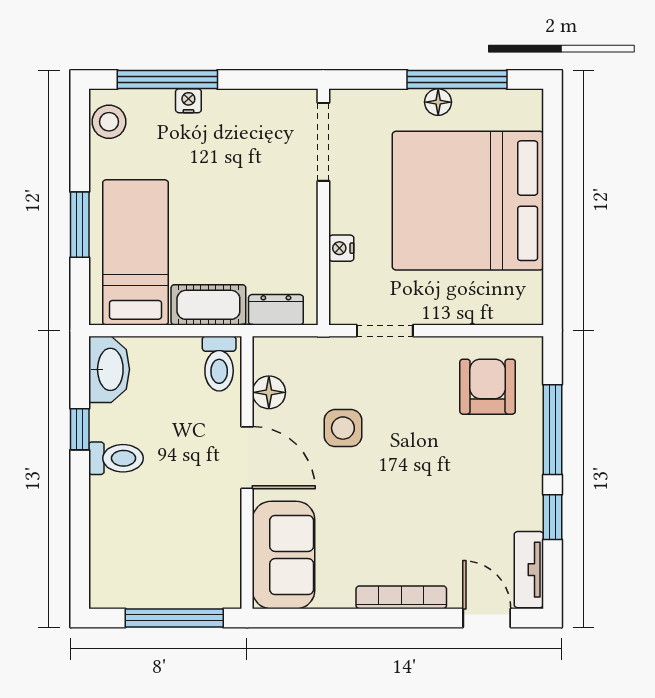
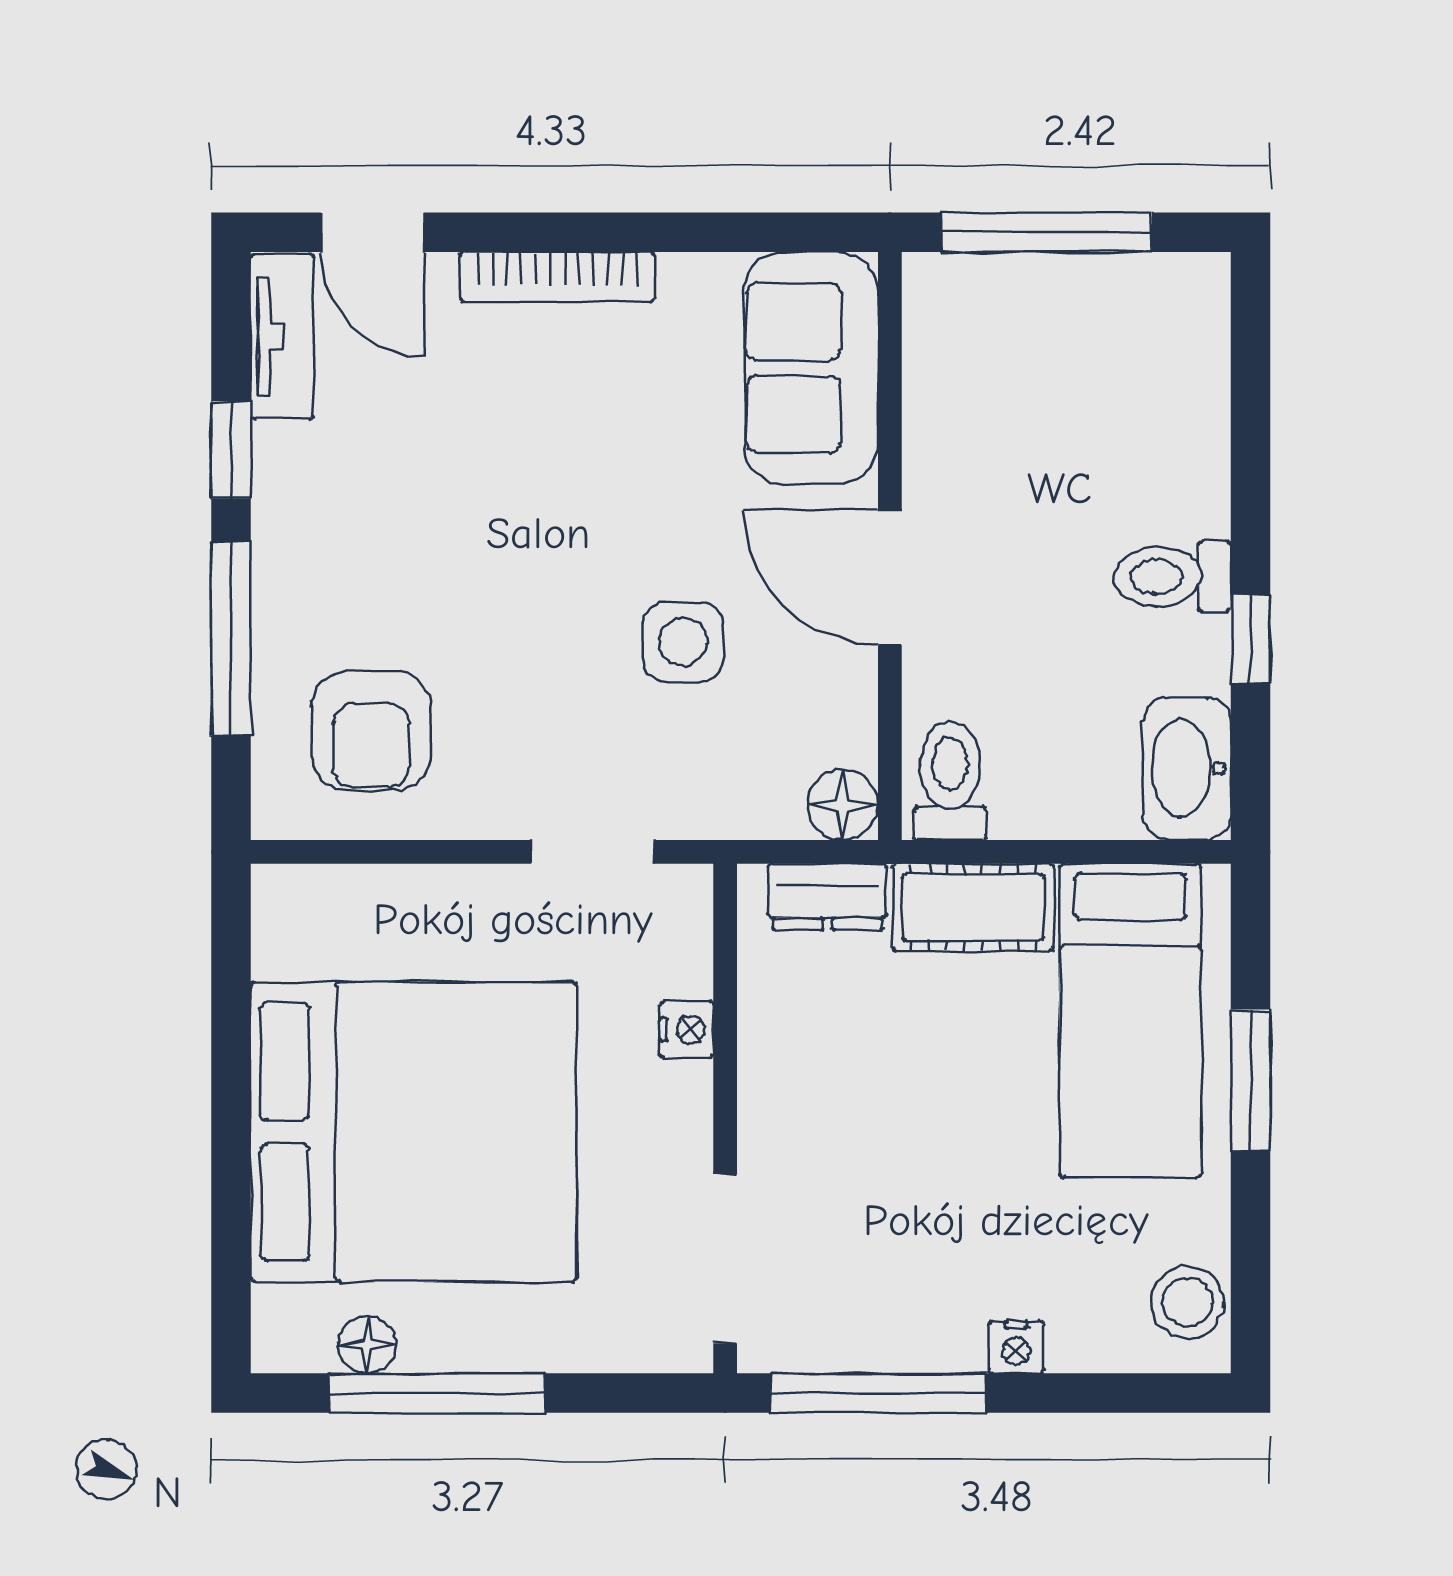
window: (167, 80) -> (879, 1393), moved
floor lamp: (438, 102) -> (367, 1345), moved
floor lamp: (269, 392) -> (842, 805), moved

